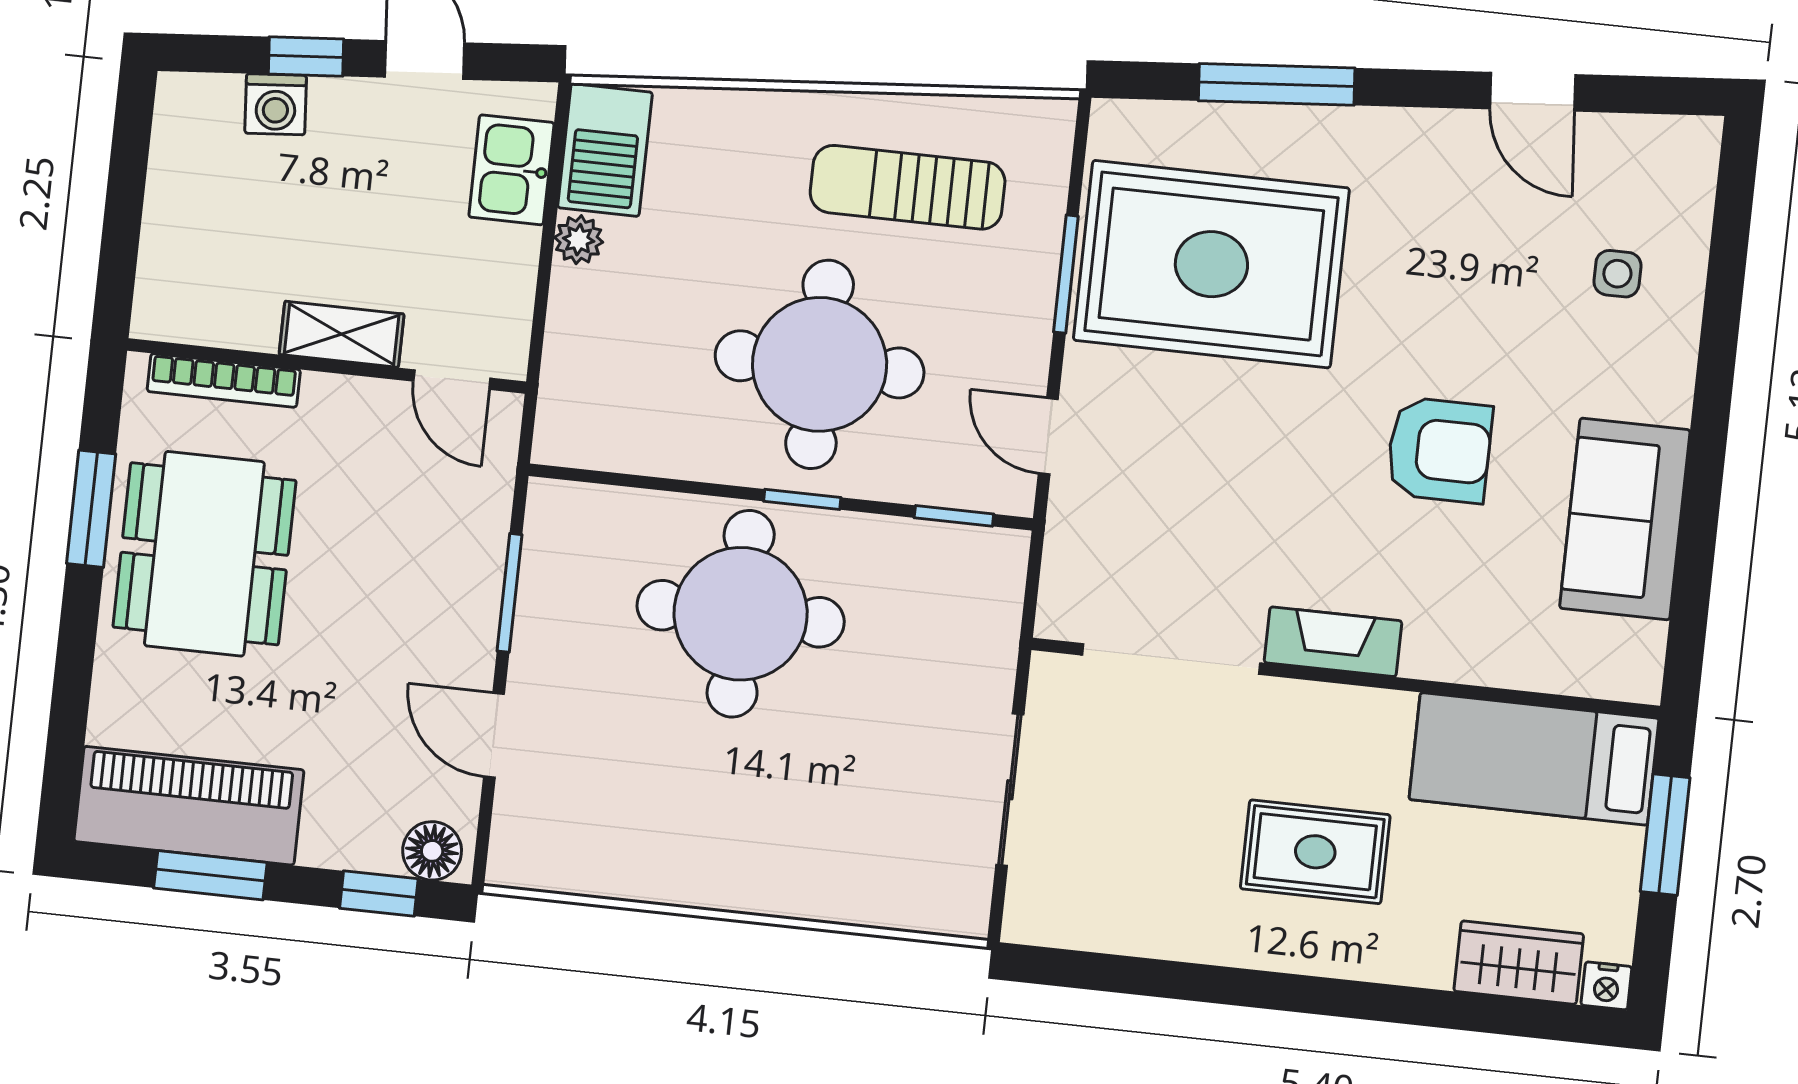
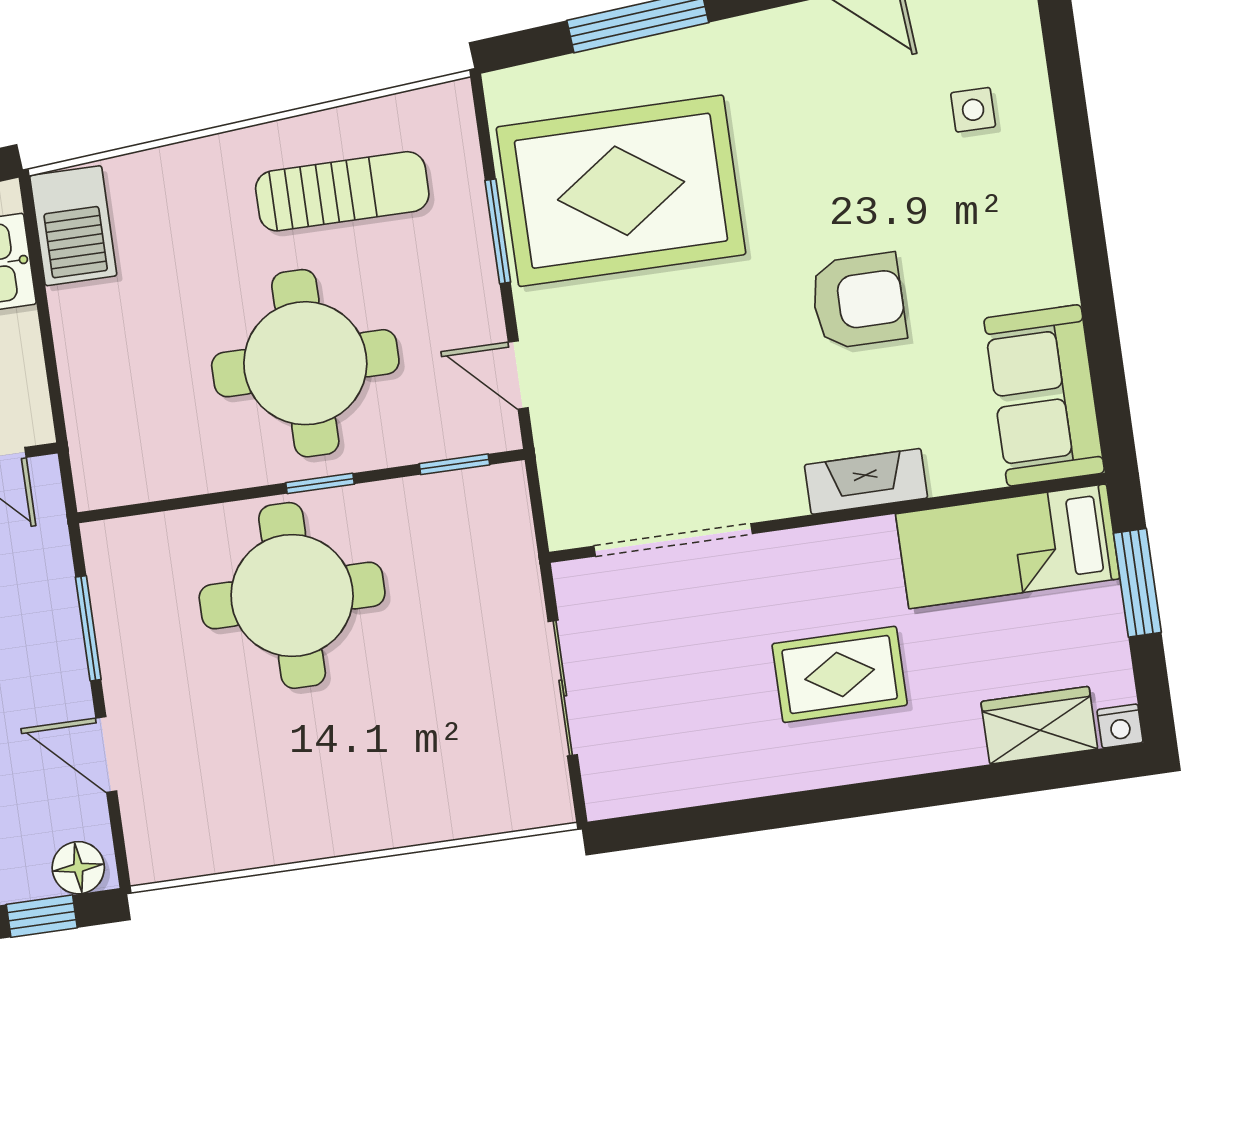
sun lounger: (908, 187) -> (342, 191), turned 180
plant: (579, 240) -> (70, 309), removed
sofa: (1625, 519) -> (1044, 395), moved
fireplace: (1333, 642) -> (866, 481), moved

